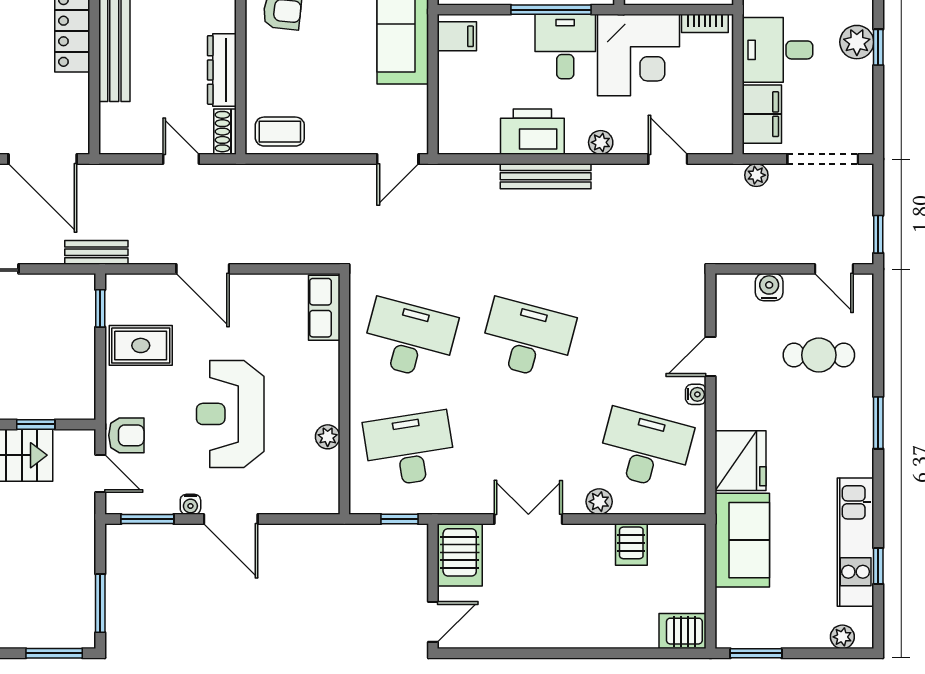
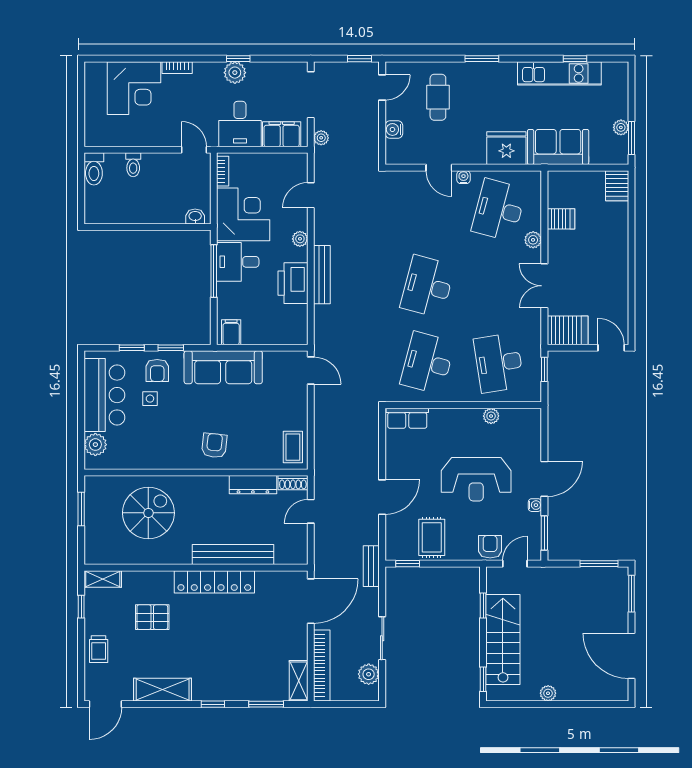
plant: (842, 637) -> (621, 127), moved

